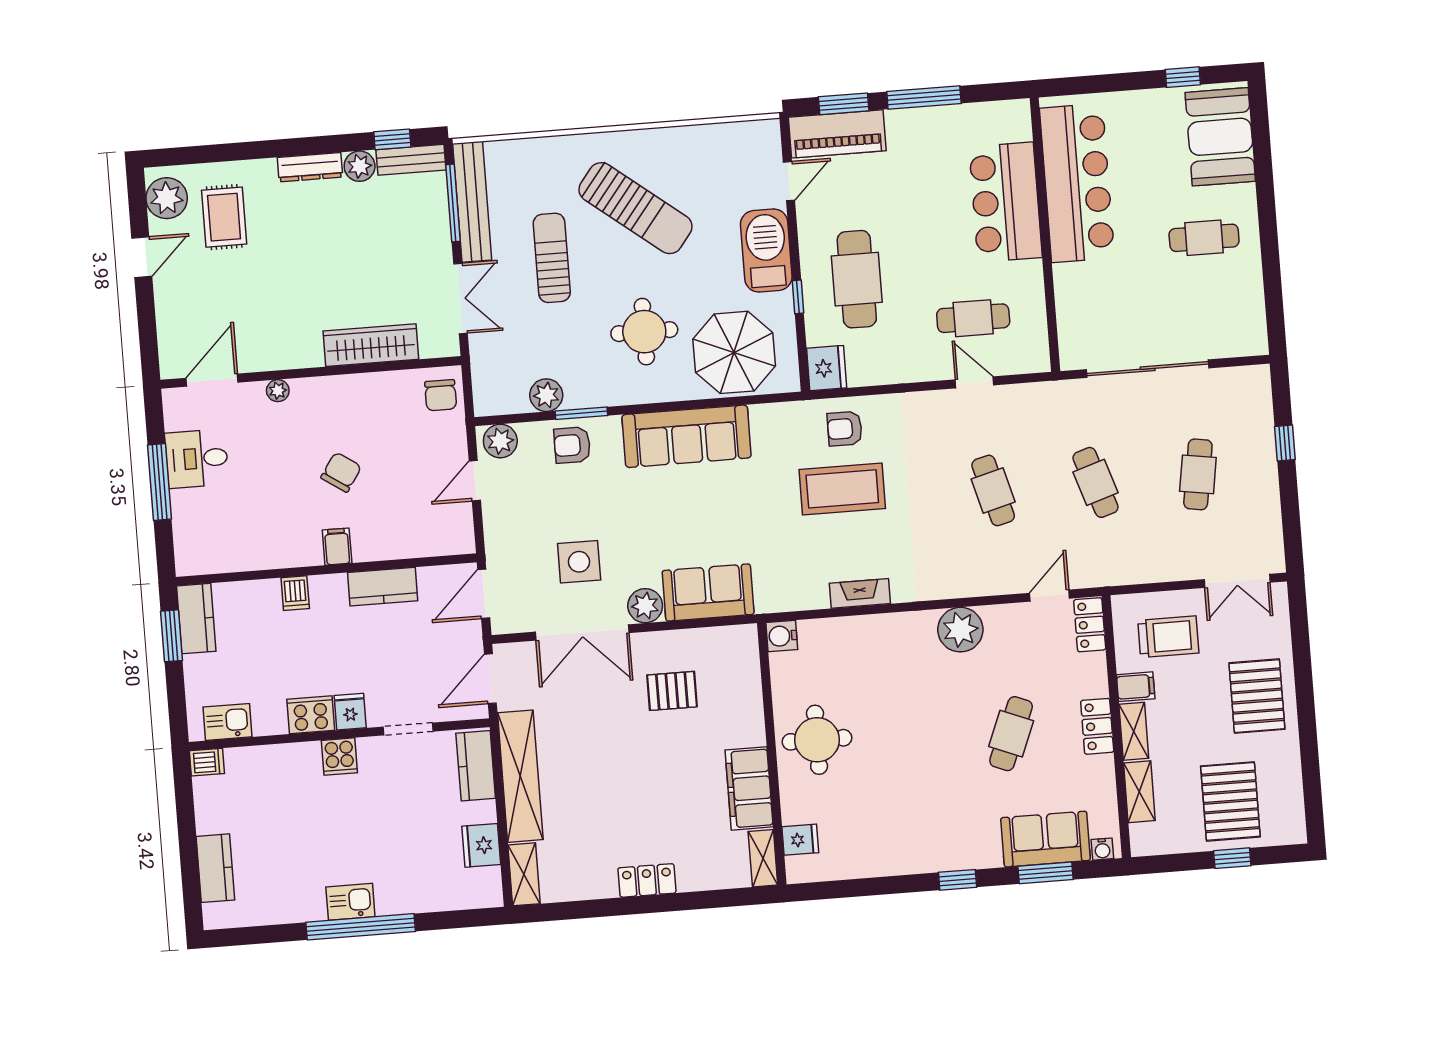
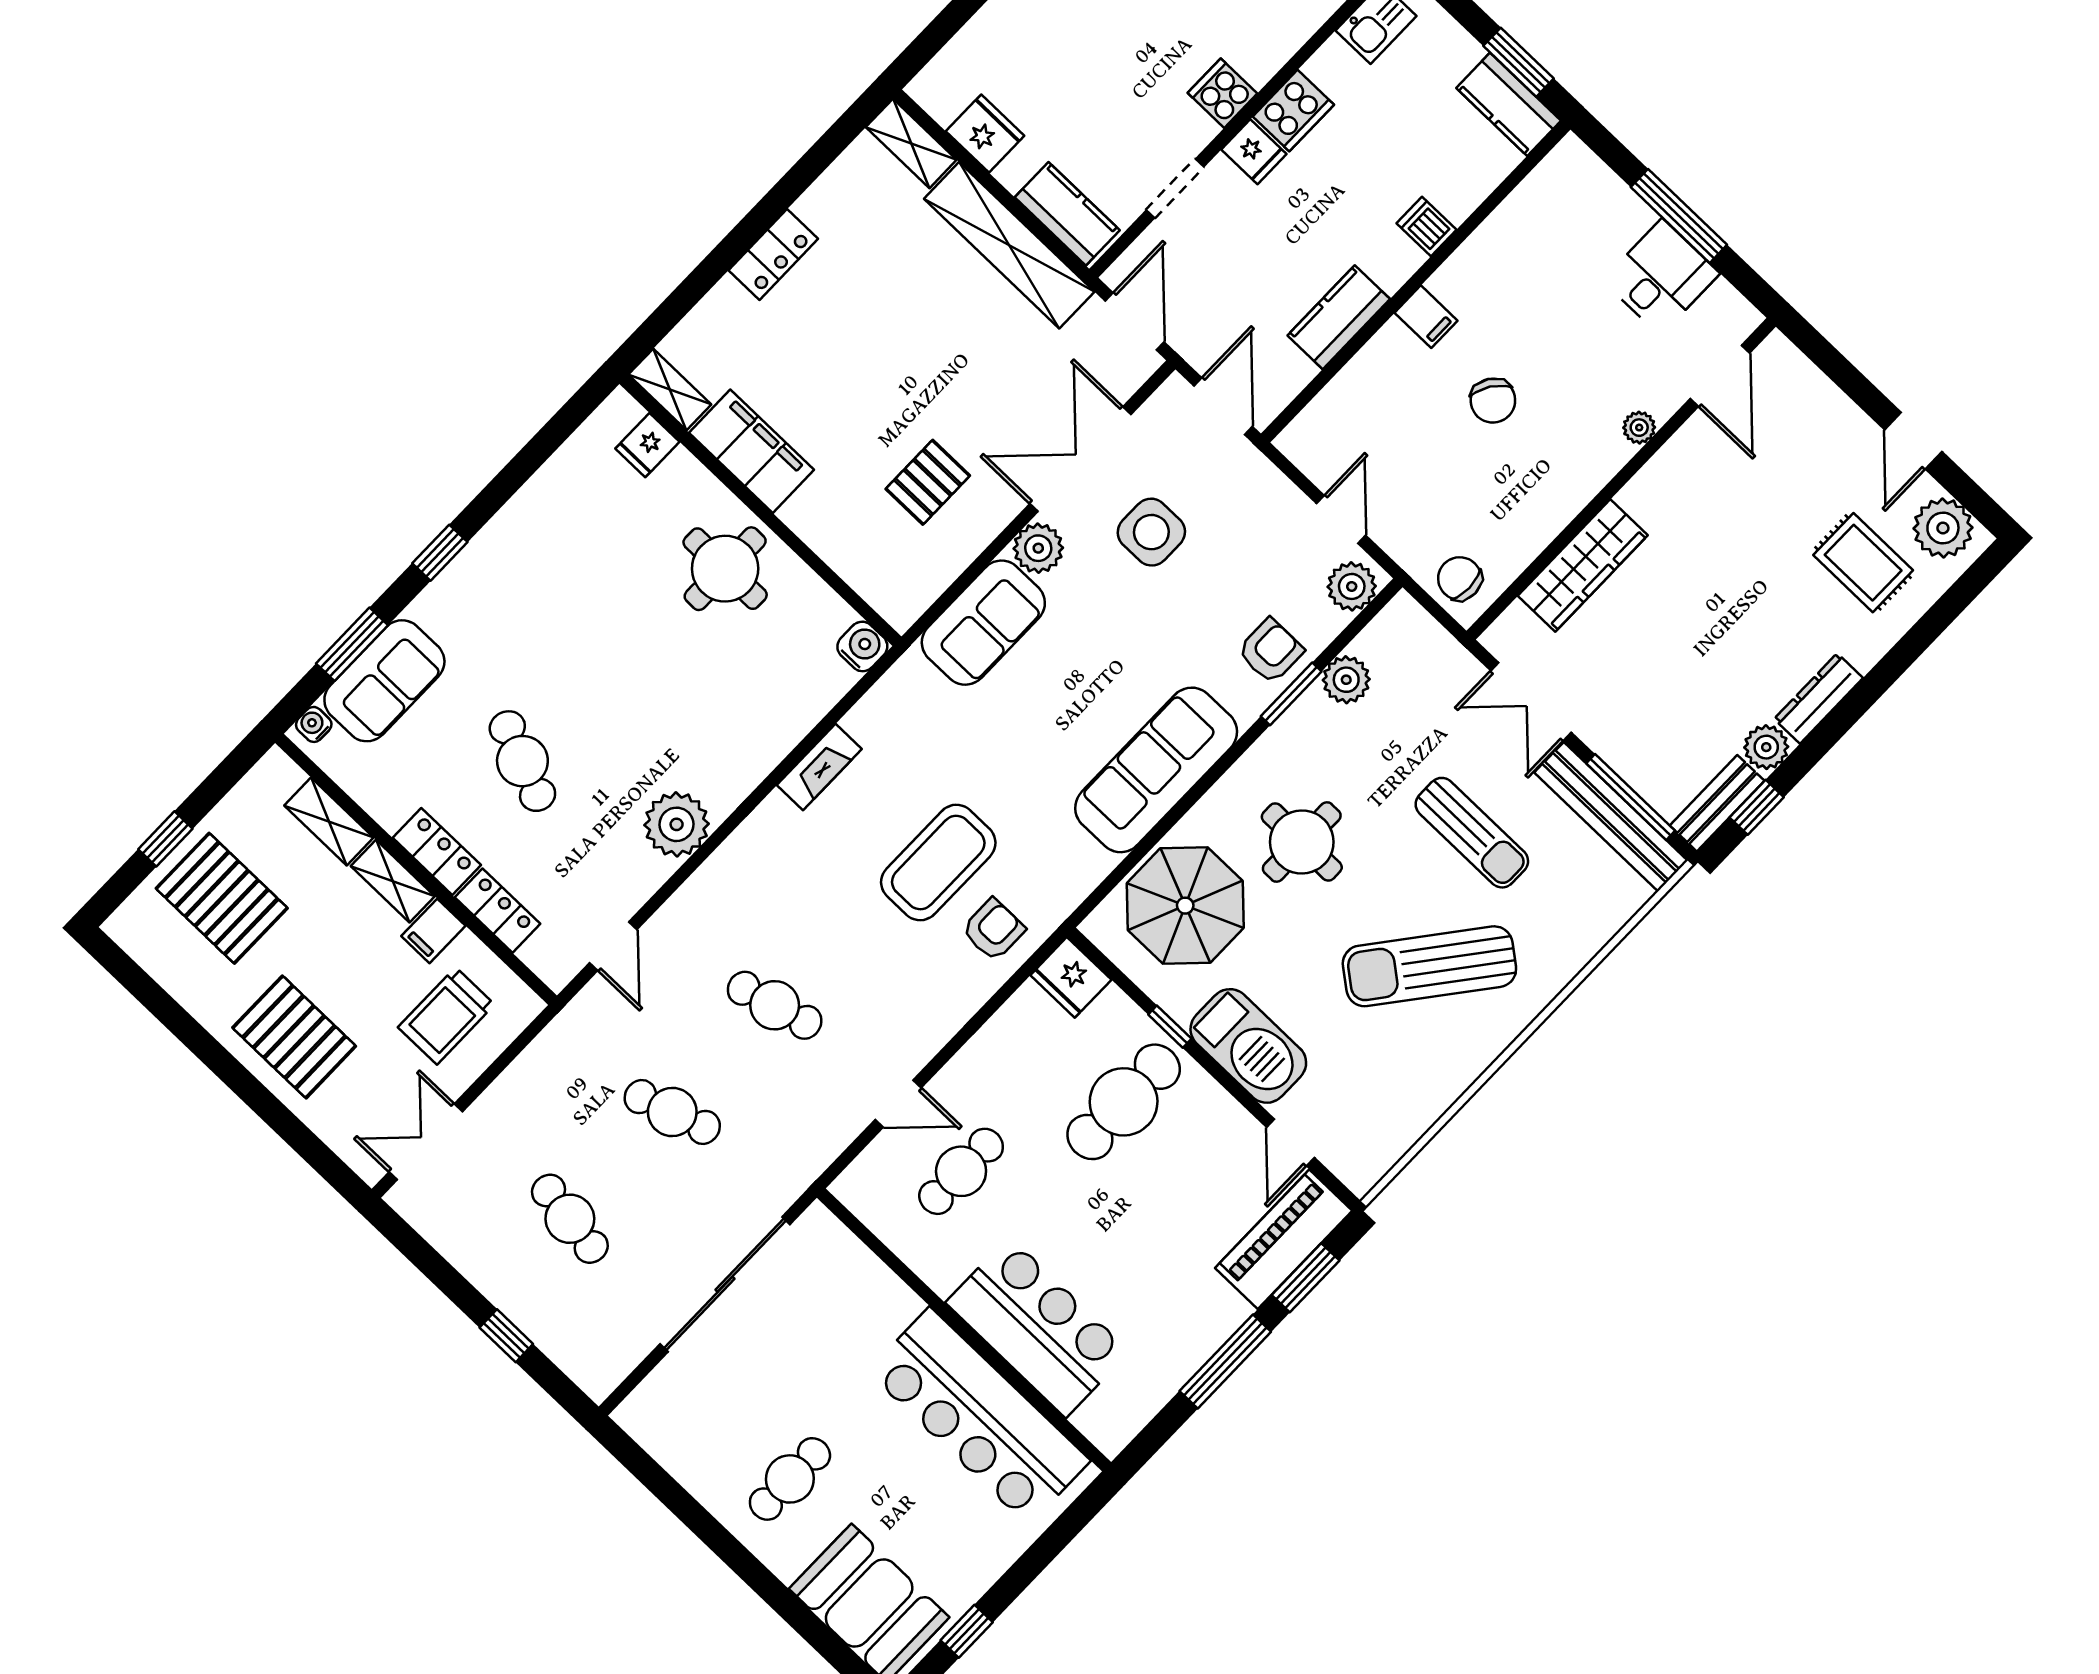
cafe table: (857, 279) -> (1124, 1102), turned 90
locker: (1090, 625) -> (497, 911), moved

